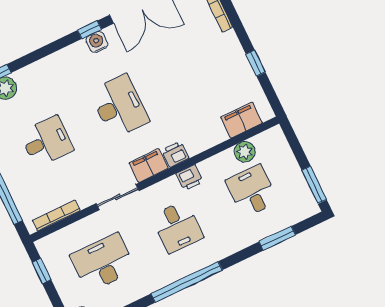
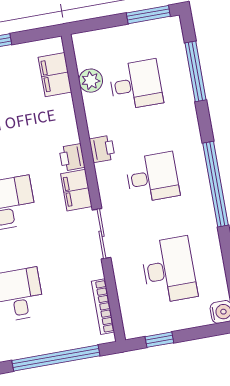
desk: (252, 191) -> (136, 85), turned 180
window: (277, 238) -> (196, 71), width x1.44
desk: (103, 263) -> (169, 270), turned 180

